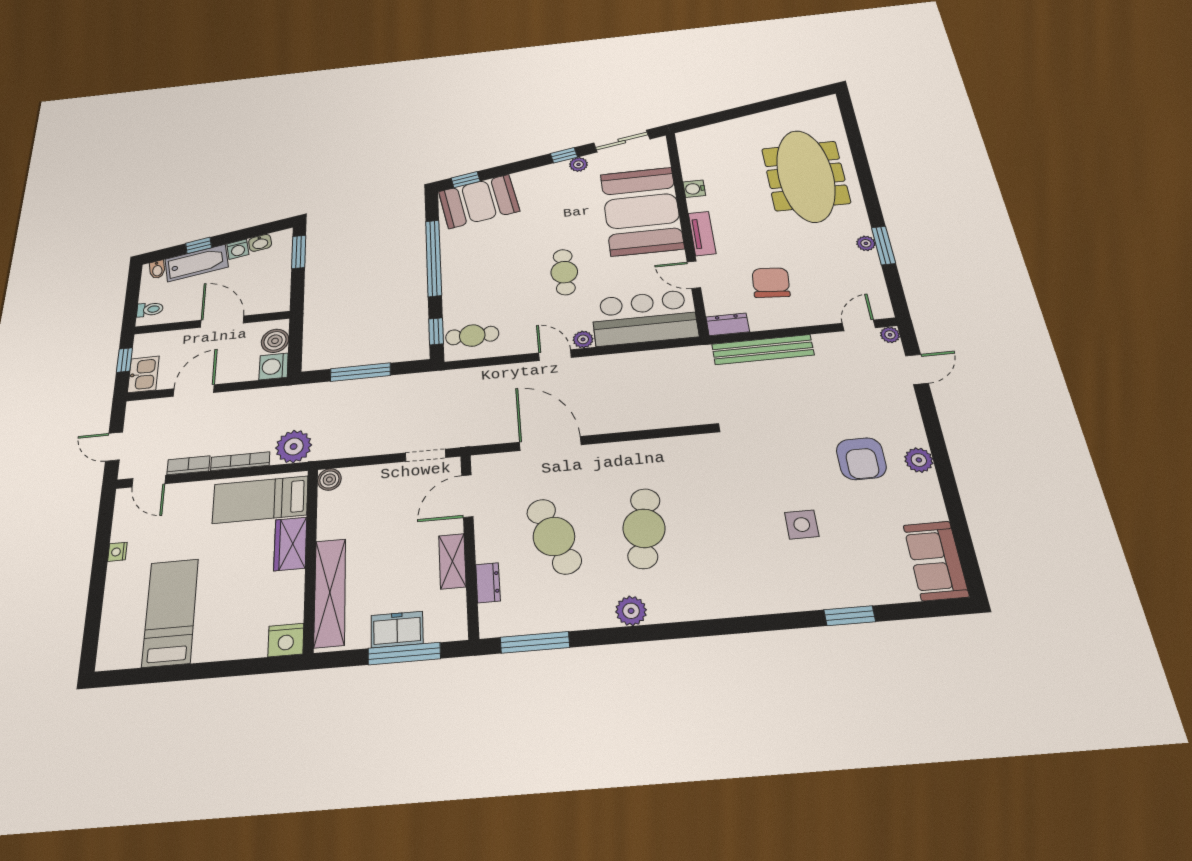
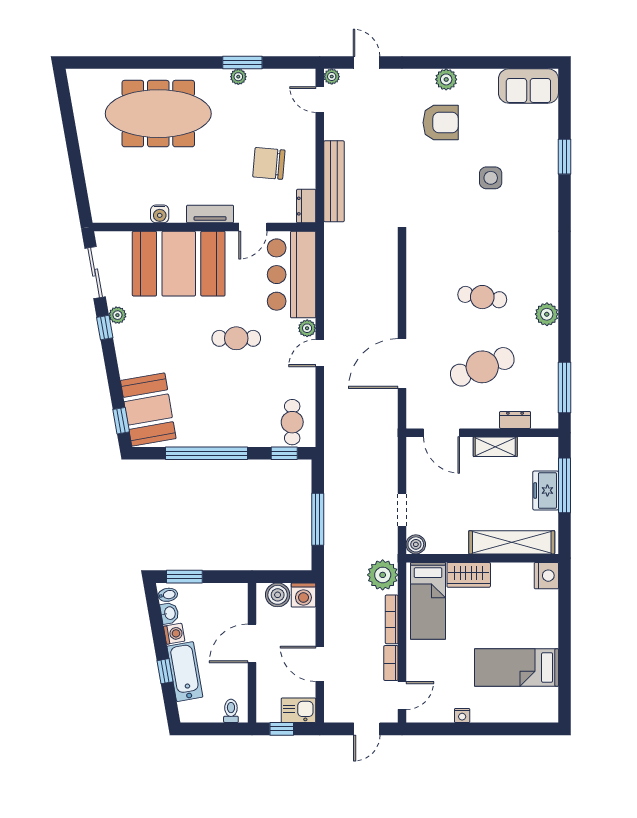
bidet: (157, 270) -> (168, 595), moved
doorway: (426, 455) -> (402, 510), moved
cafe table: (644, 528) -> (482, 297), width x0.73, depth x0.74

